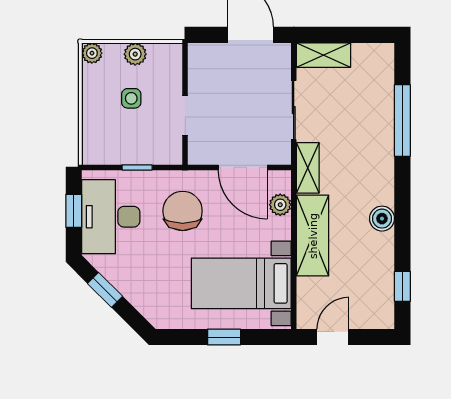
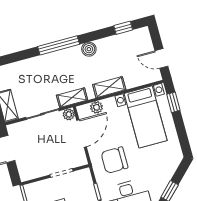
window: (402, 121) -> (59, 45), moved
plant: (281, 155) -> (69, 114), added
shelving: (313, 236) -> (109, 87), width x0.67, depth x0.75
window: (224, 337) -> (173, 102), moved

